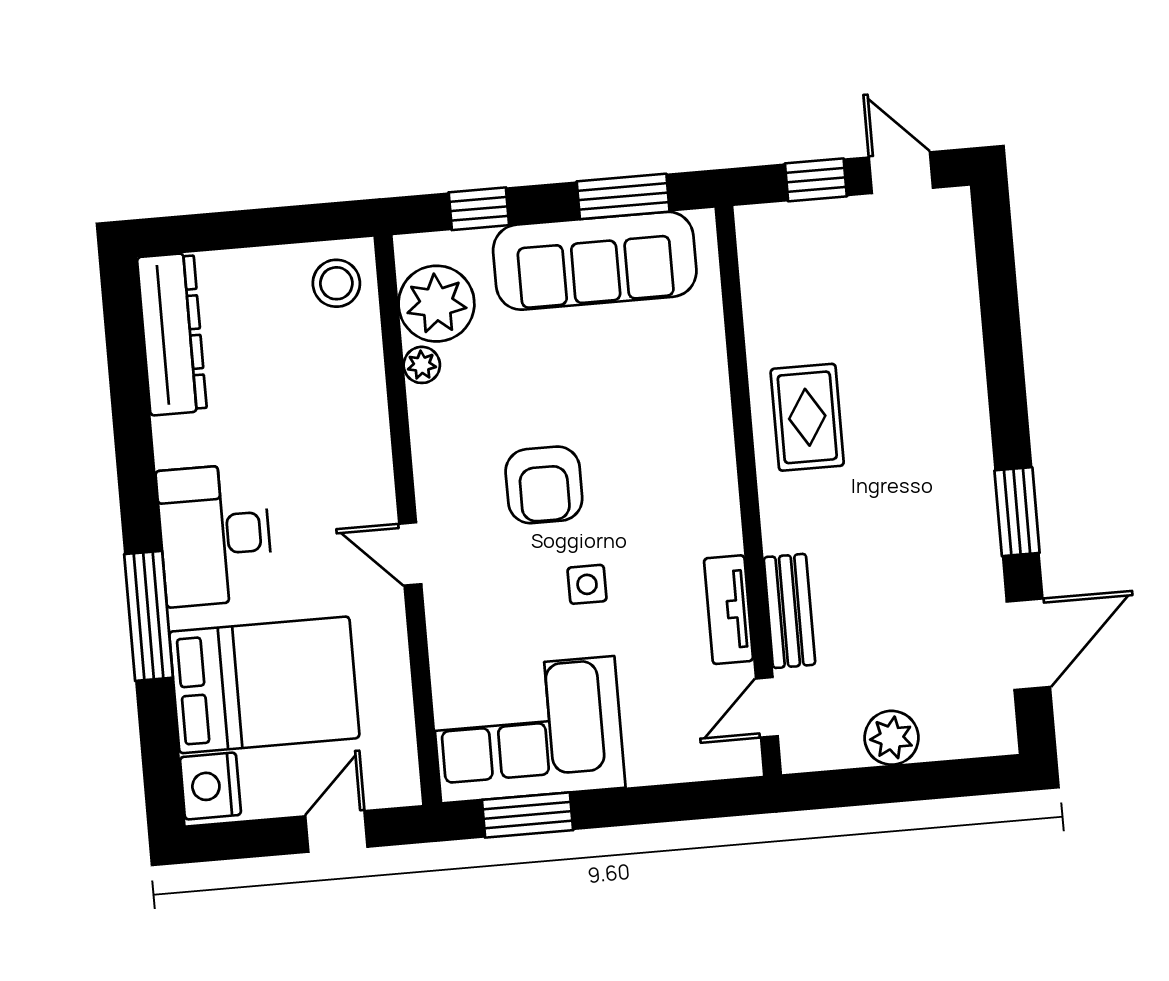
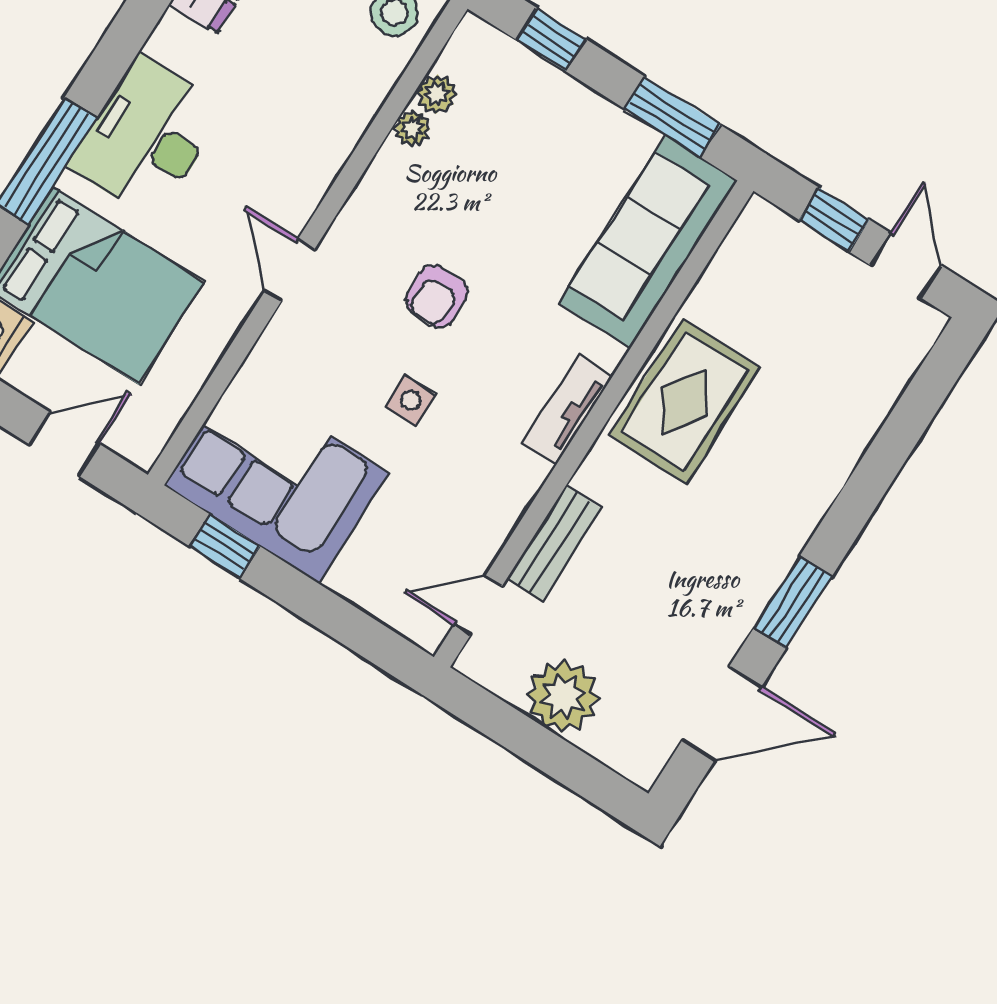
sofa: (595, 261) -> (648, 242), moved, turned 90
plant: (436, 304) -> (437, 94), width x0.53, depth x0.53
rug: (807, 417) -> (684, 401), width x1.36, depth x1.43
armchair: (544, 485) -> (436, 296), width x0.72, depth x0.72
tv unit: (729, 610) -> (568, 409), moved
plant: (892, 738) -> (563, 696), width x1.36, depth x1.36
window: (527, 815) -> (225, 546), width x0.67

